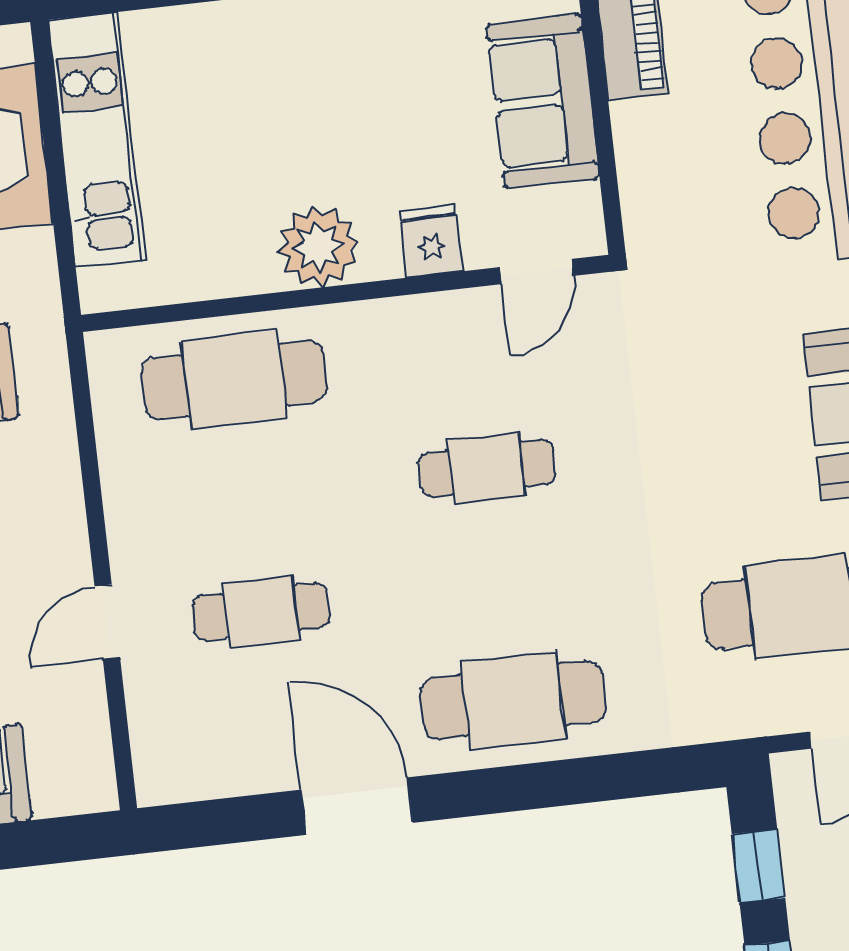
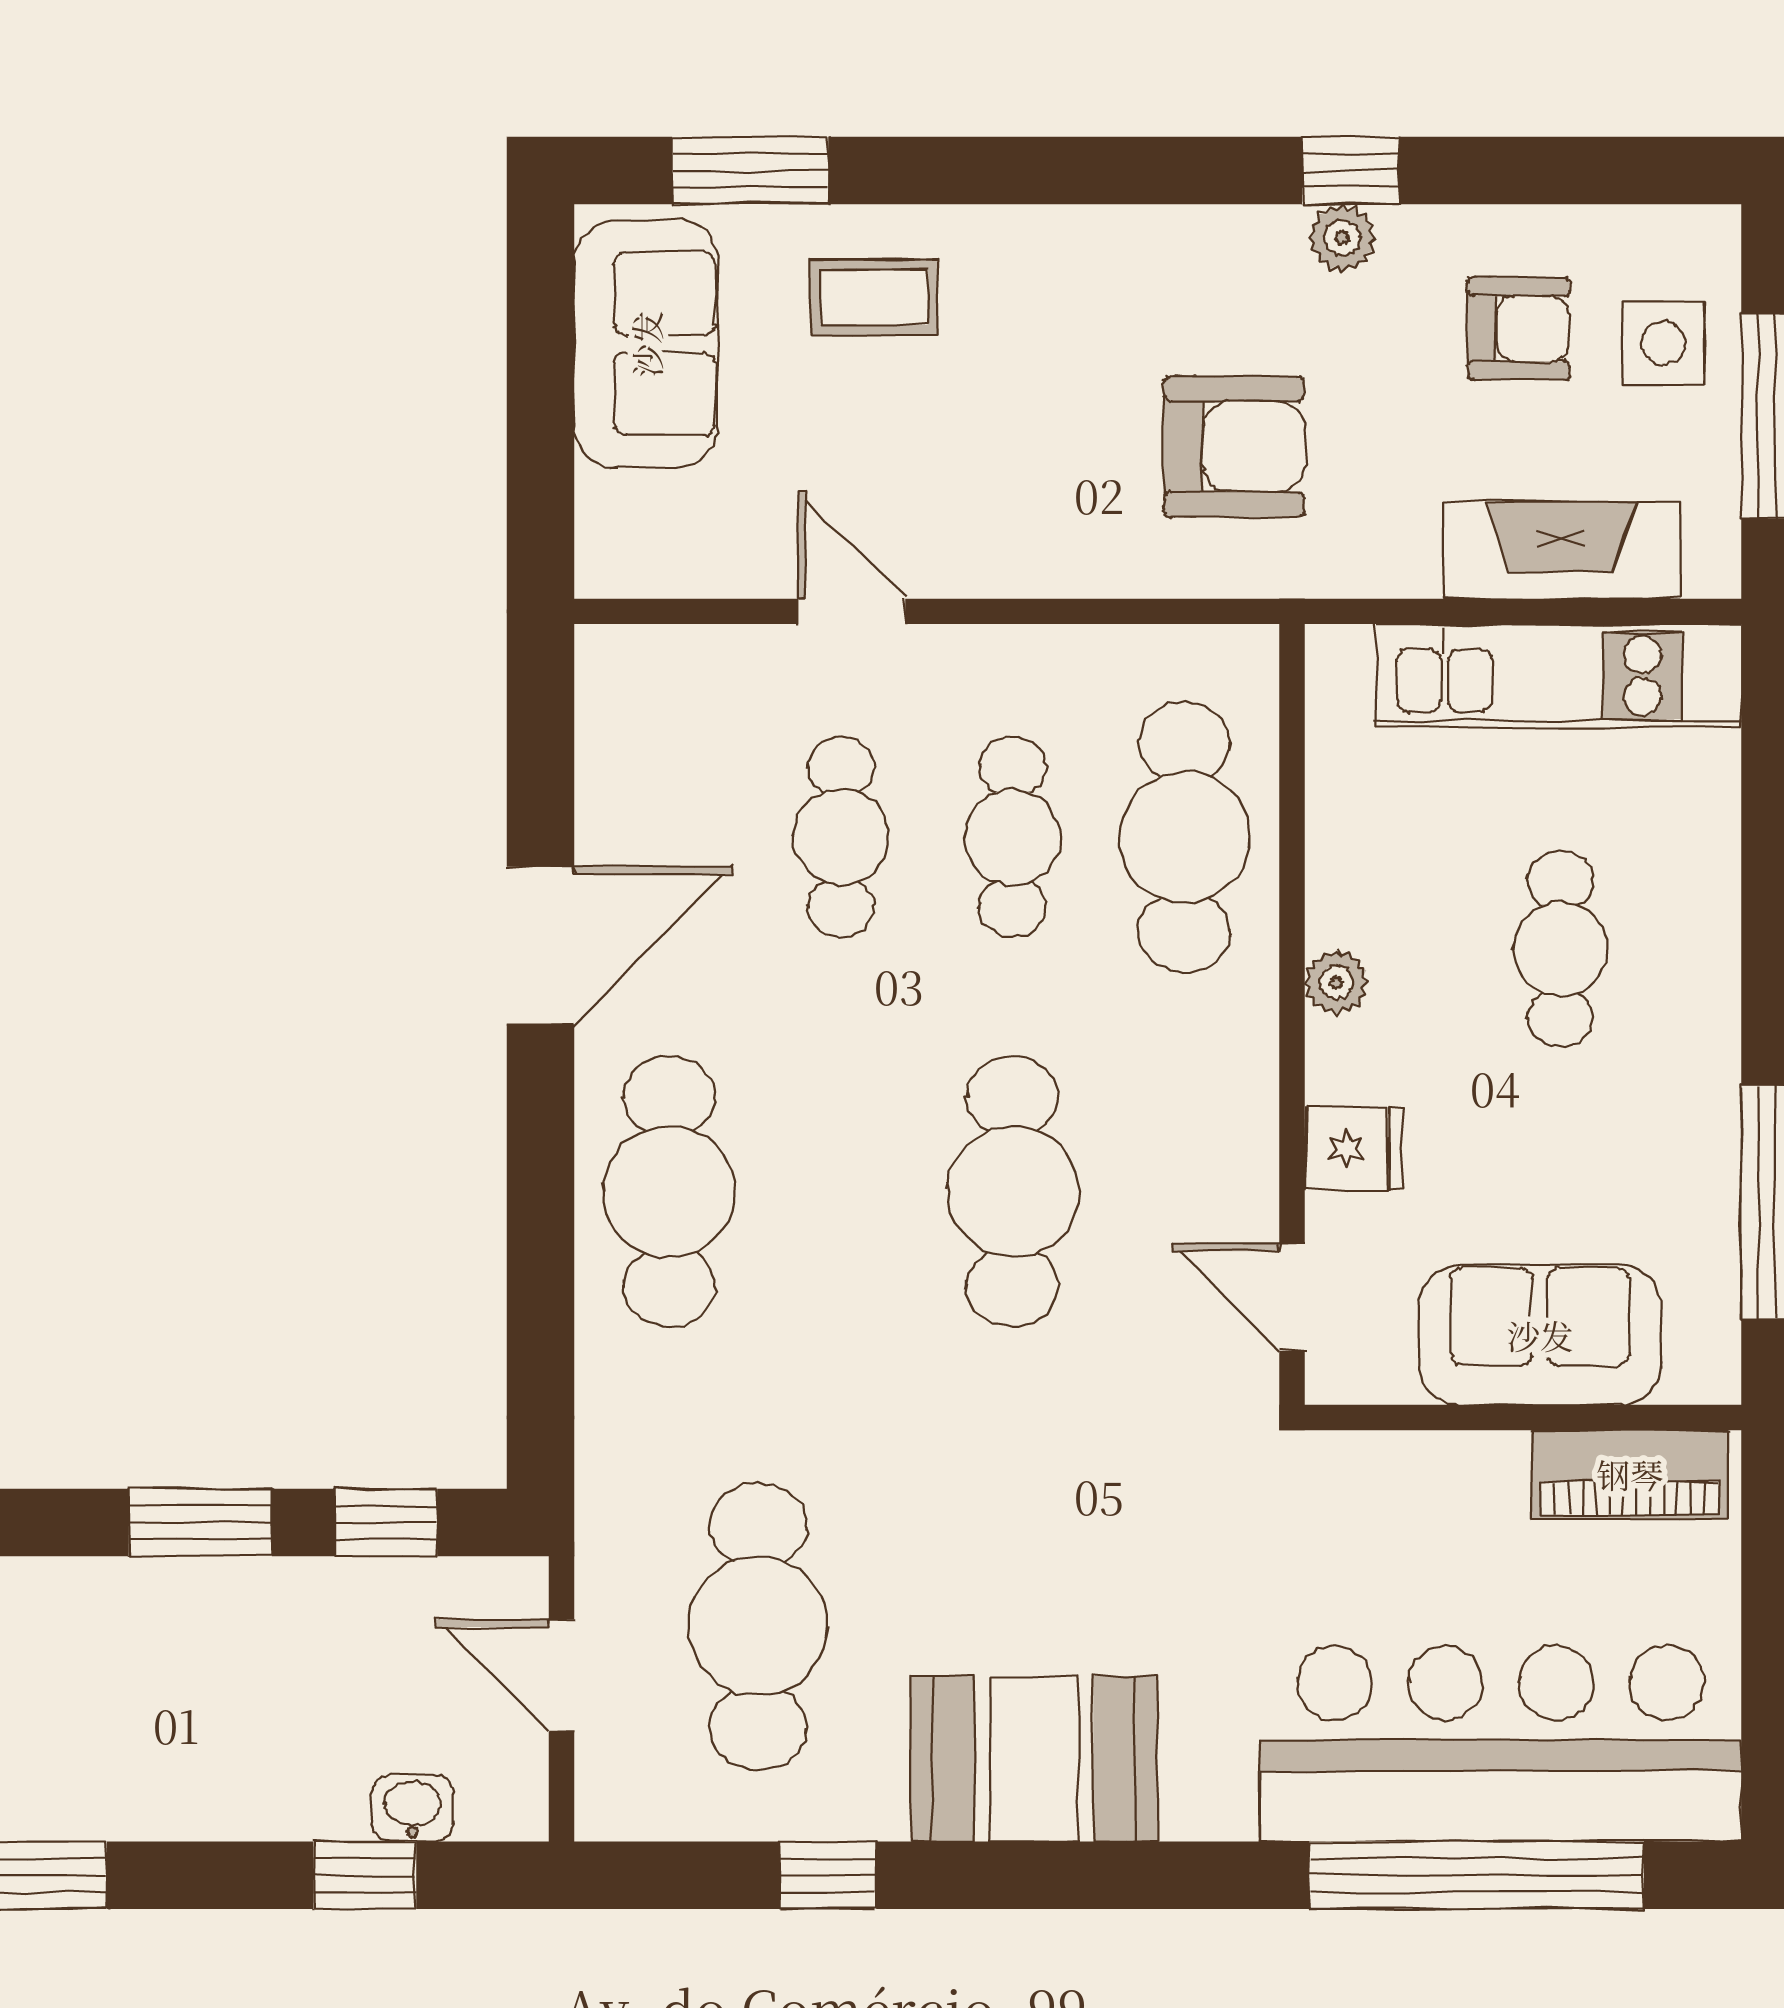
cafe table: (281, 117) -> (1560, 949), added
plant: (318, 247) -> (1337, 982), width x0.53, depth x0.53
cafe table: (487, 468) -> (1013, 1192), width x1.37, depth x1.35
cafe table: (247, 496) -> (1013, 837), added

